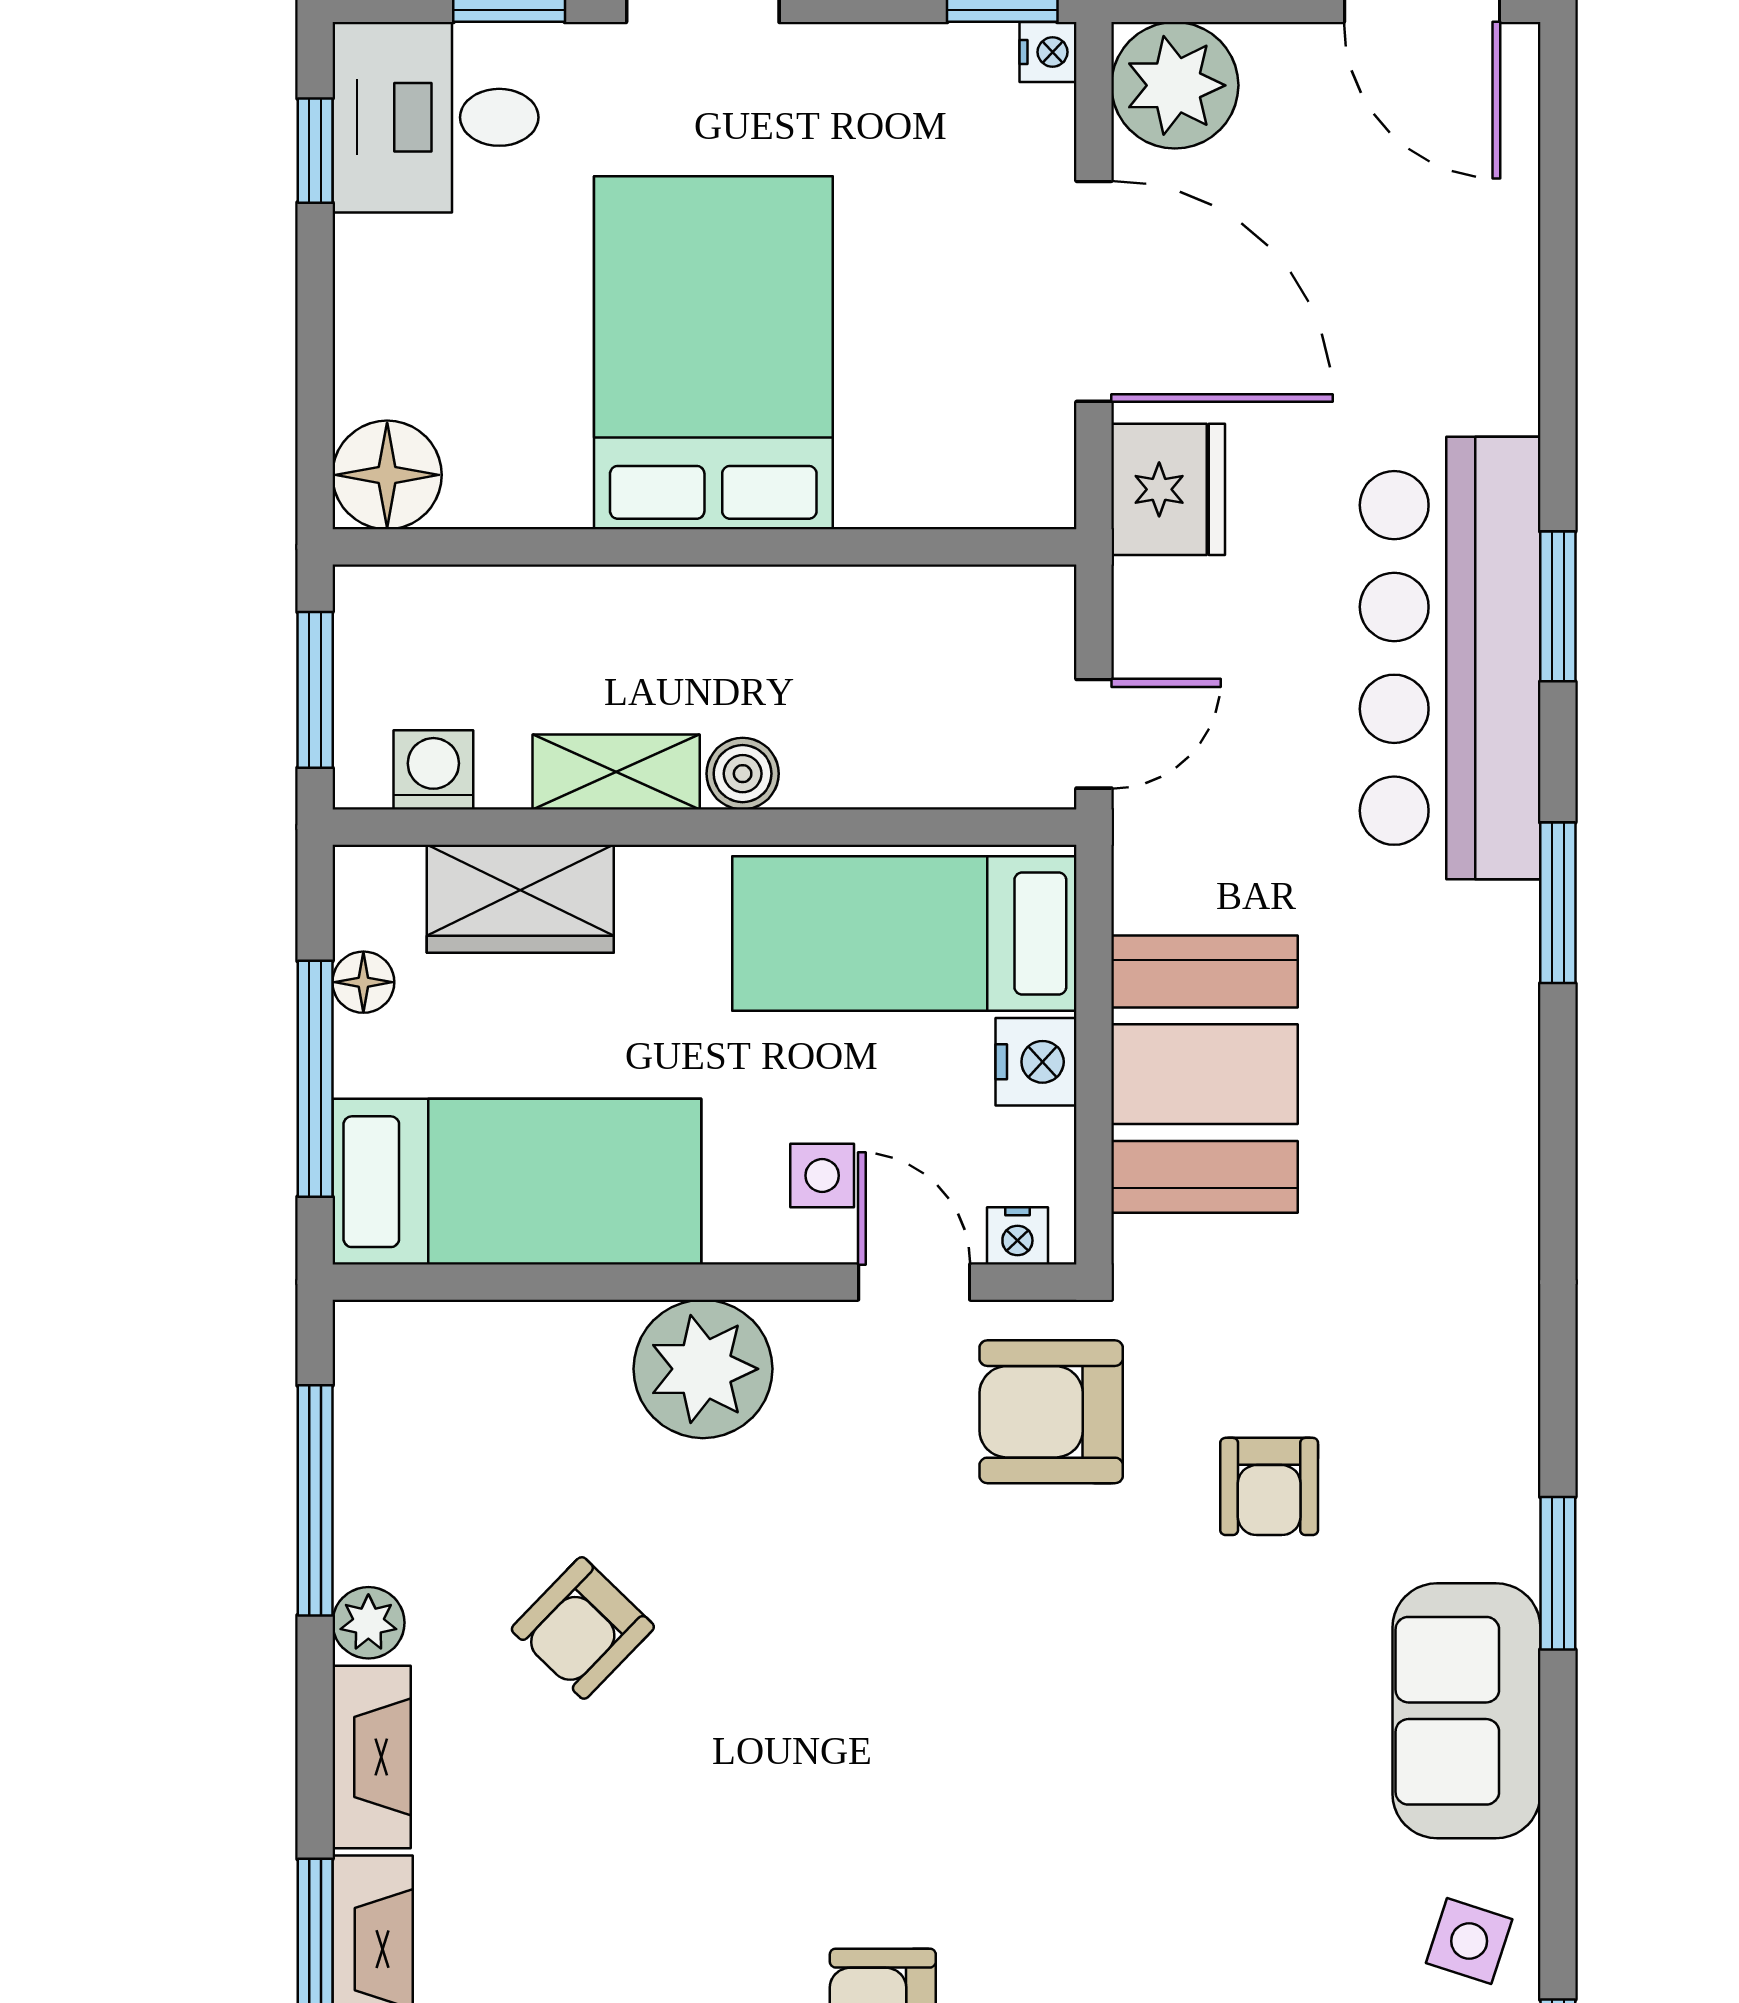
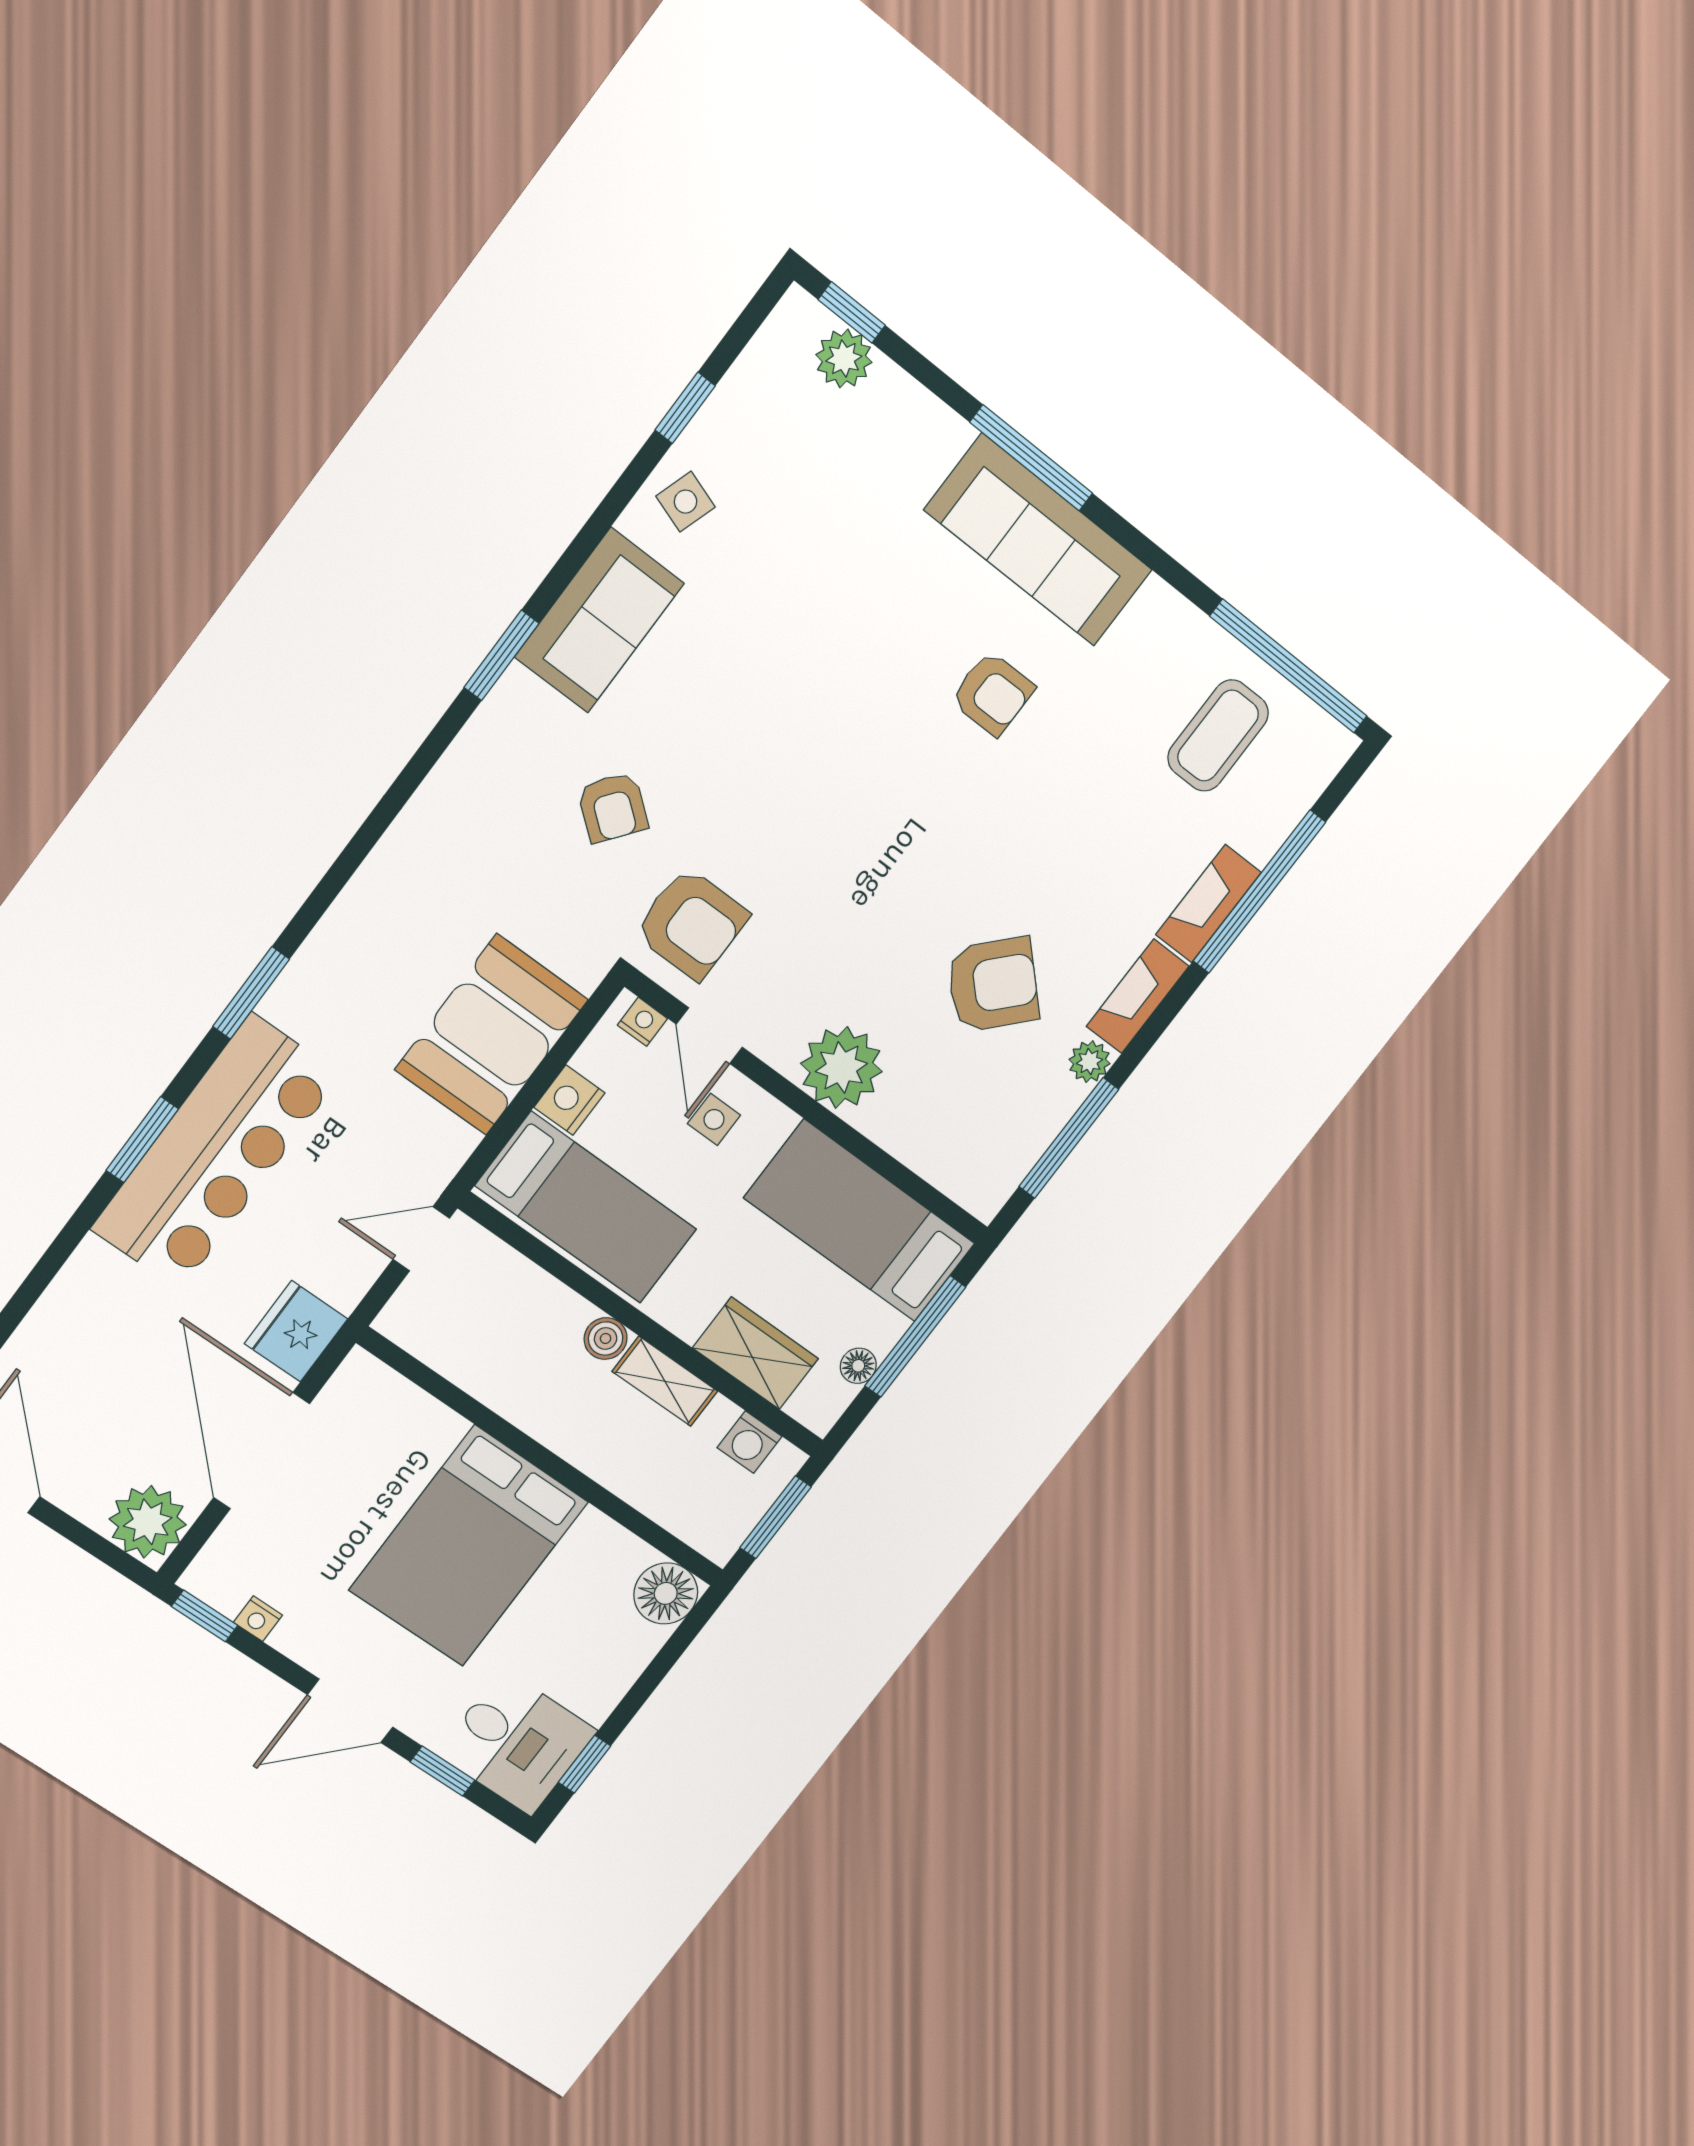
nightstand: (1048, 52) -> (258, 1619), moved, turned -90
armchair: (1269, 1486) -> (613, 807), turned 128
armchair: (583, 1628) -> (993, 985), width x1.38, depth x1.38

